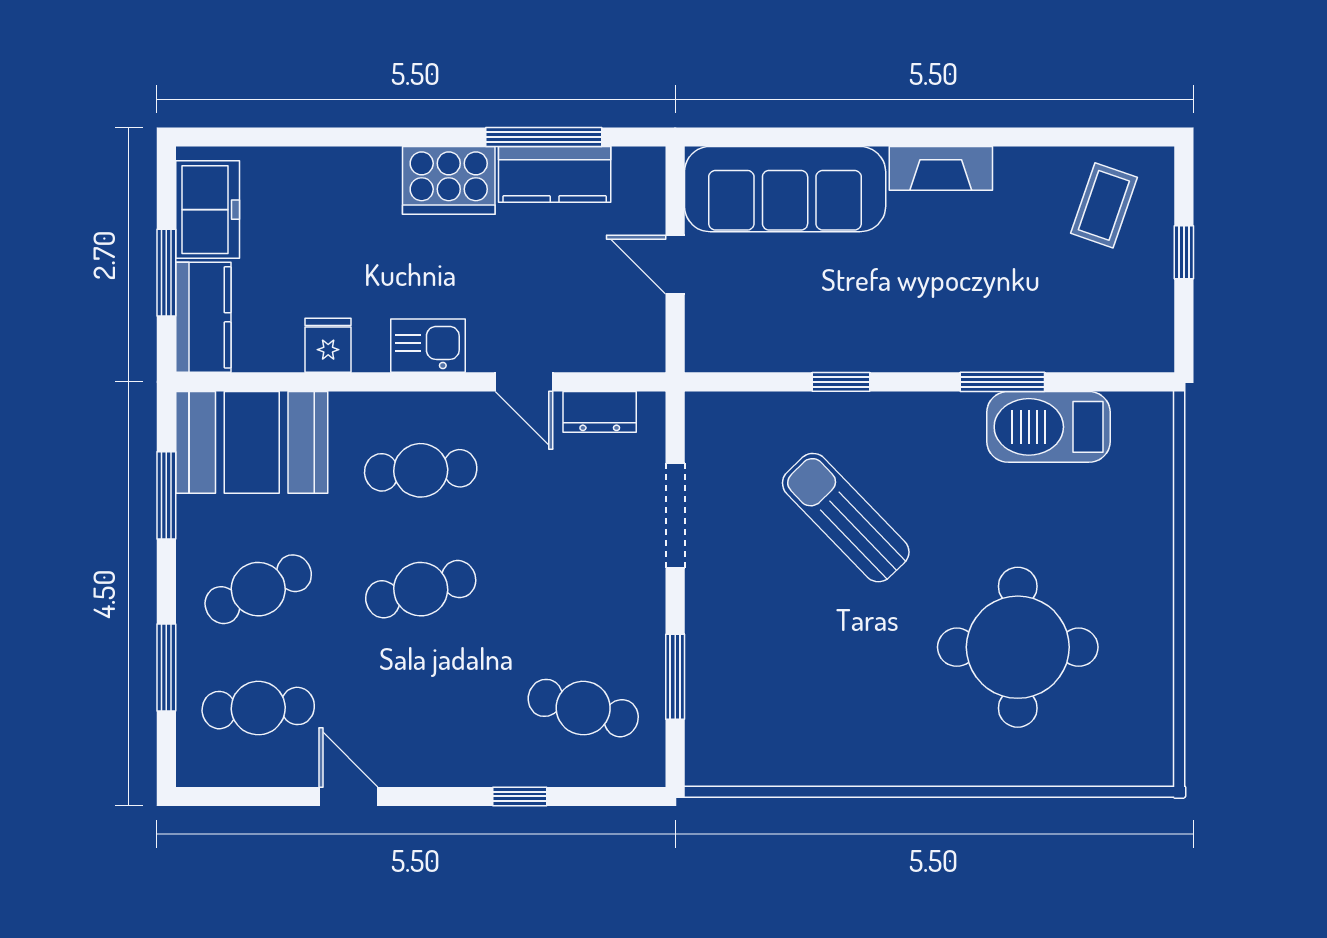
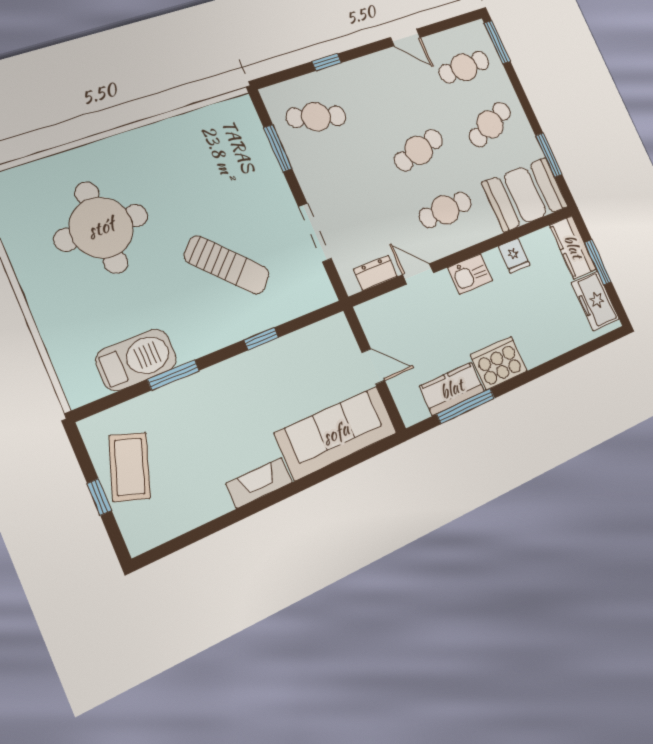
coffee table: (1104, 205) -> (130, 467), moved, width x1.36, depth x1.30
window: (166, 667) -> (497, 42), moved

